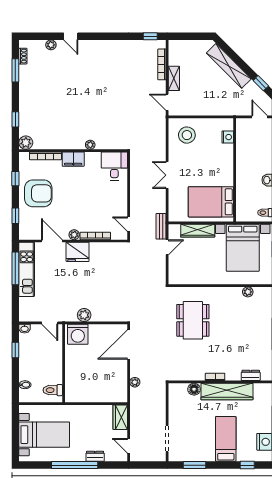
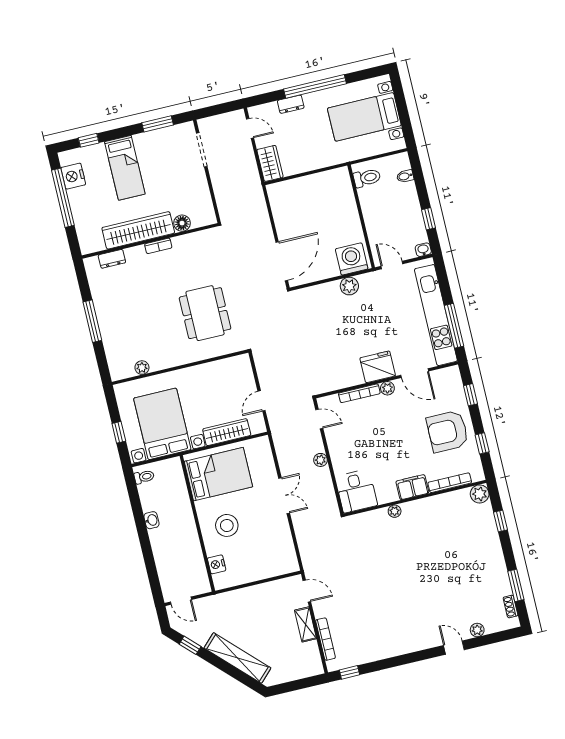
stool: (187, 135) -> (227, 525), moved
bench: (161, 226) -> (276, 426), removed
kitchen unit: (27, 269) -> (436, 315), width x1.36
plant: (135, 382) -> (320, 460), moved

